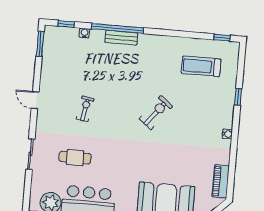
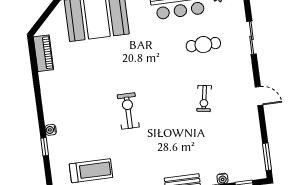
exercise bike: (156, 113) -> (128, 111), turned 142
water cooler: (227, 134) -> (51, 130), moved

